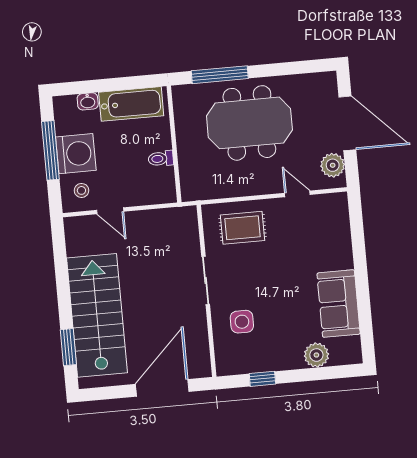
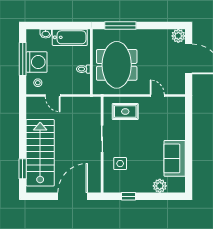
meeting table: (249, 123) -> (117, 65), moved, turned 90
plant: (333, 165) -> (178, 36), moved

